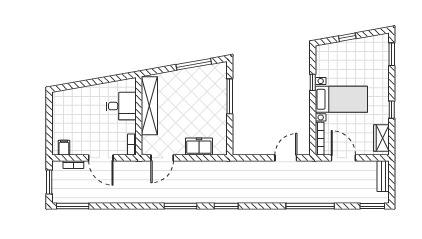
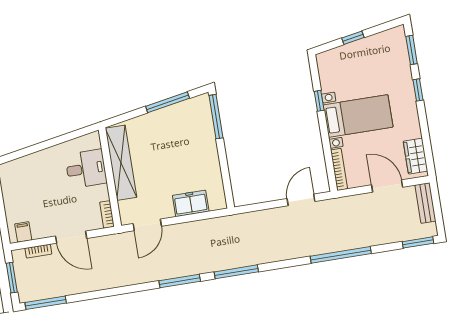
window: (230, 96) -> (216, 117), moved
window: (392, 110) -> (418, 90), moved
door: (343, 158) -> (387, 186), moved
window: (226, 206) -> (236, 272), width x1.44

